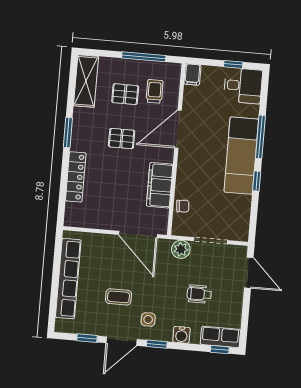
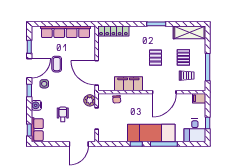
door: (178, 129) -> (164, 92), swing flipped
locker: (76, 177) -> (113, 31), moved
door: (138, 234) -> (97, 73), hinge flipped
door: (122, 341) -> (29, 68), swing flipped

